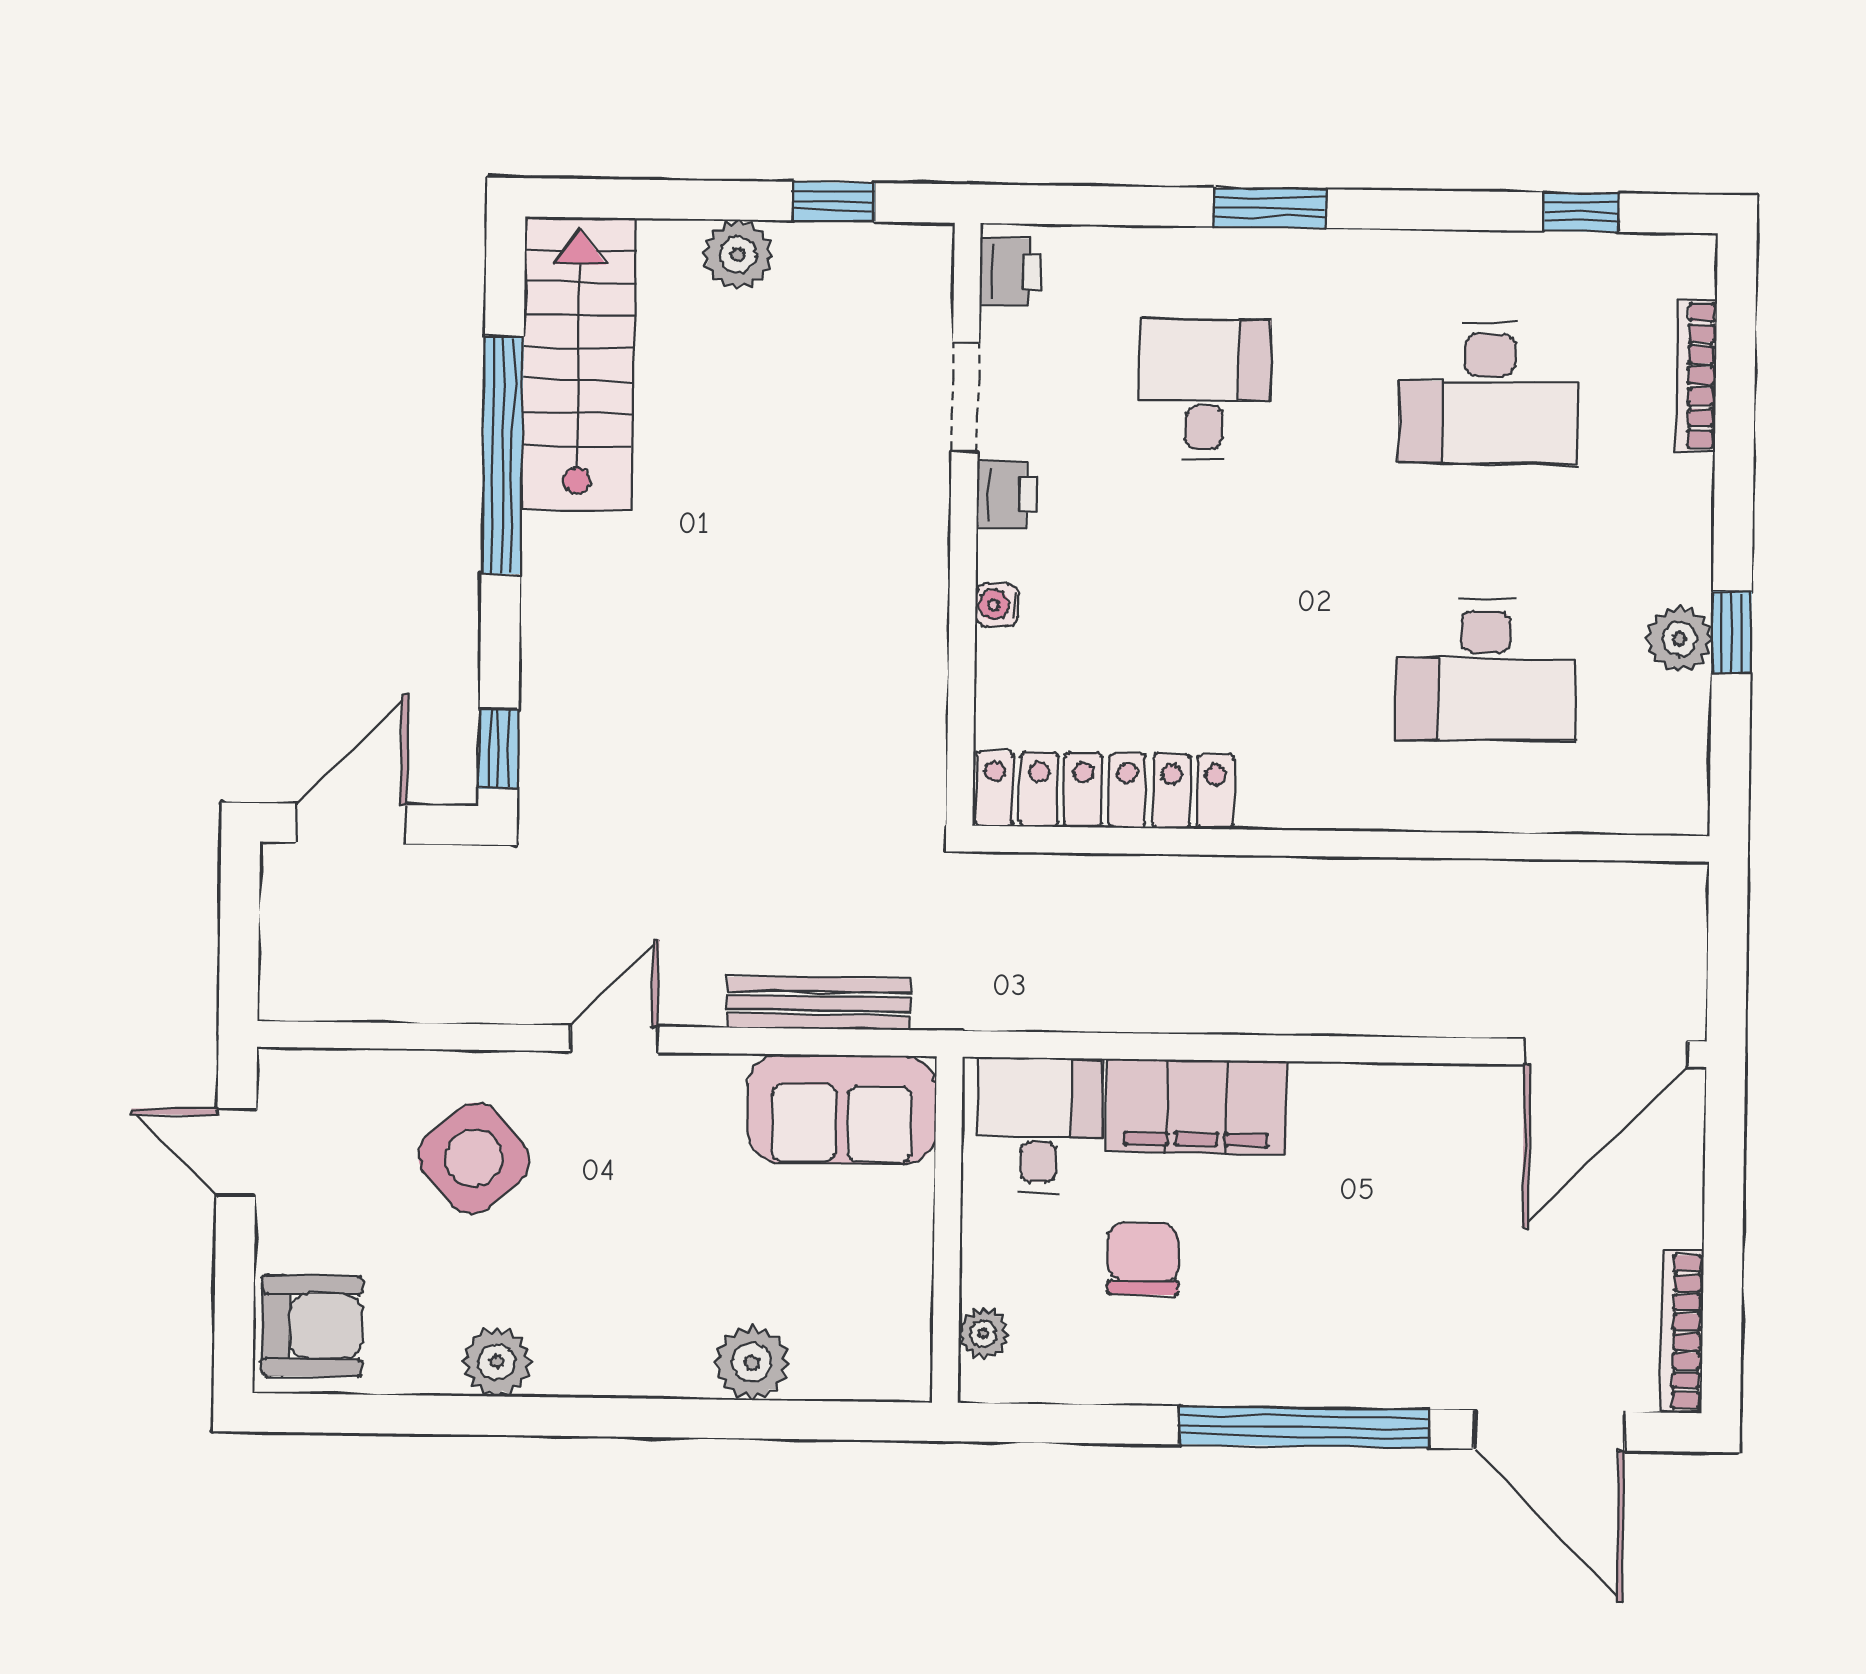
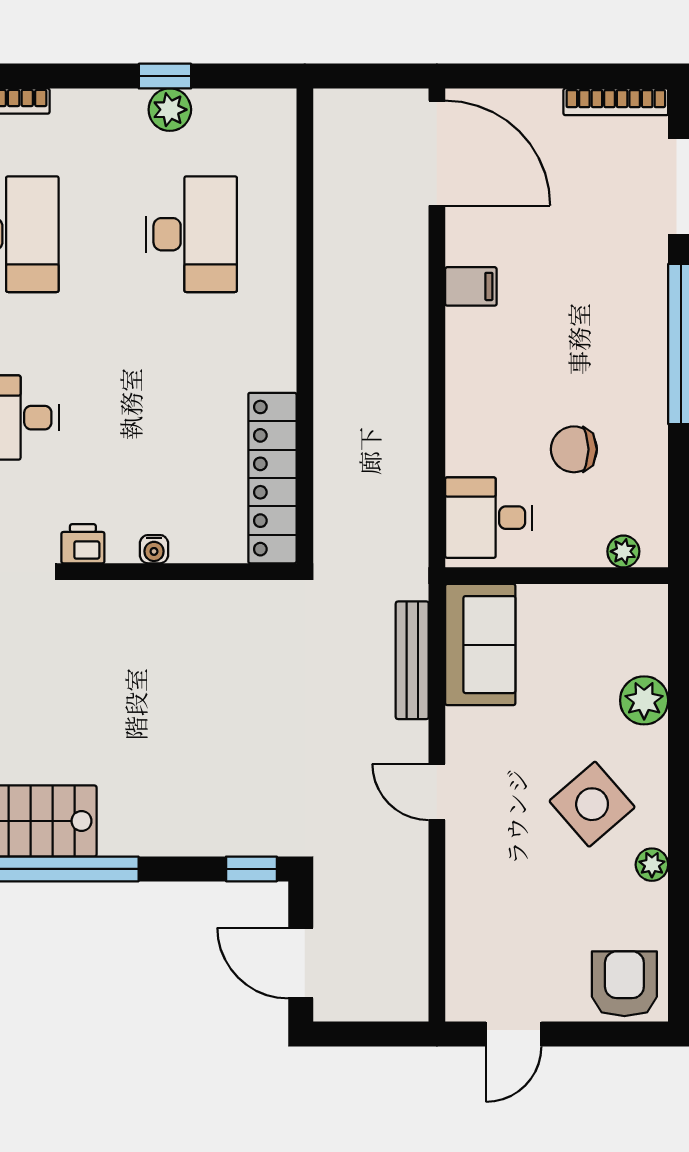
filing cabinet: (1197, 1106) -> (471, 286), moved, width x0.33, depth x0.86
side table: (474, 1158) -> (592, 804), moved
plant: (497, 1362) -> (652, 865), width x0.73, depth x0.73

